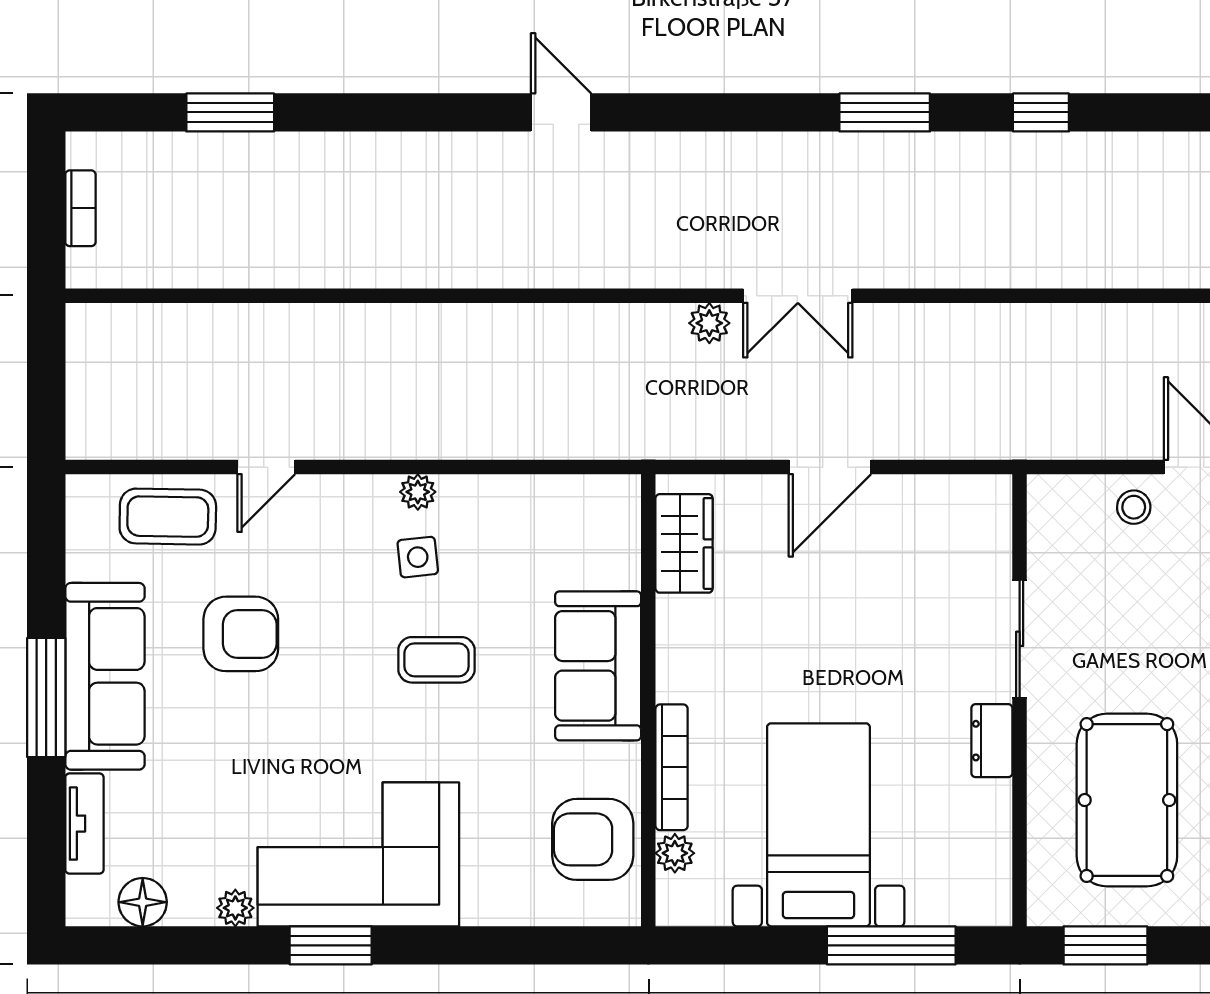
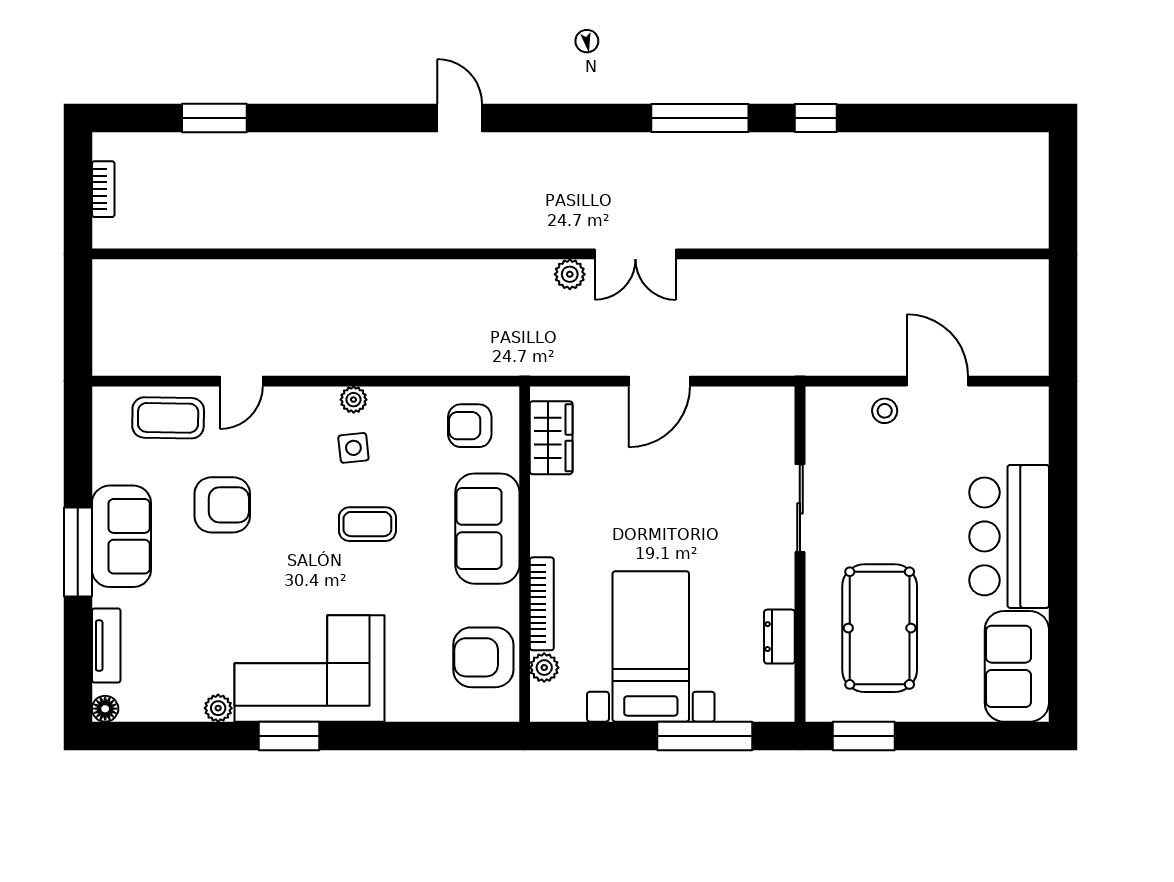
window: (885, 112) -> (700, 118), width x1.44
armchair: (575, 527) -> (470, 426), added
sofa: (105, 676) -> (121, 536), width x0.73
dresser: (992, 741) -> (779, 637), moved
floor lamp: (143, 902) -> (105, 709), moved, width x0.73, depth x0.73

